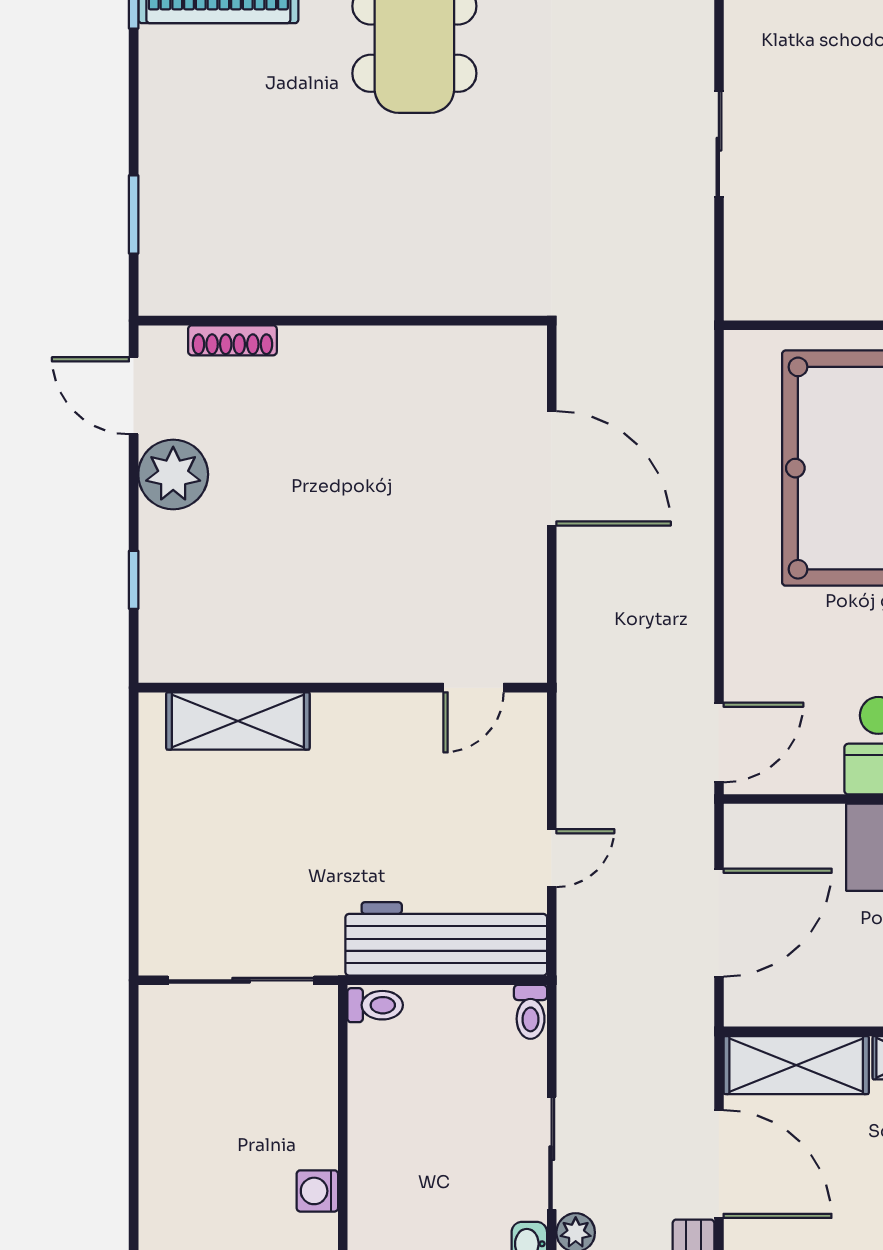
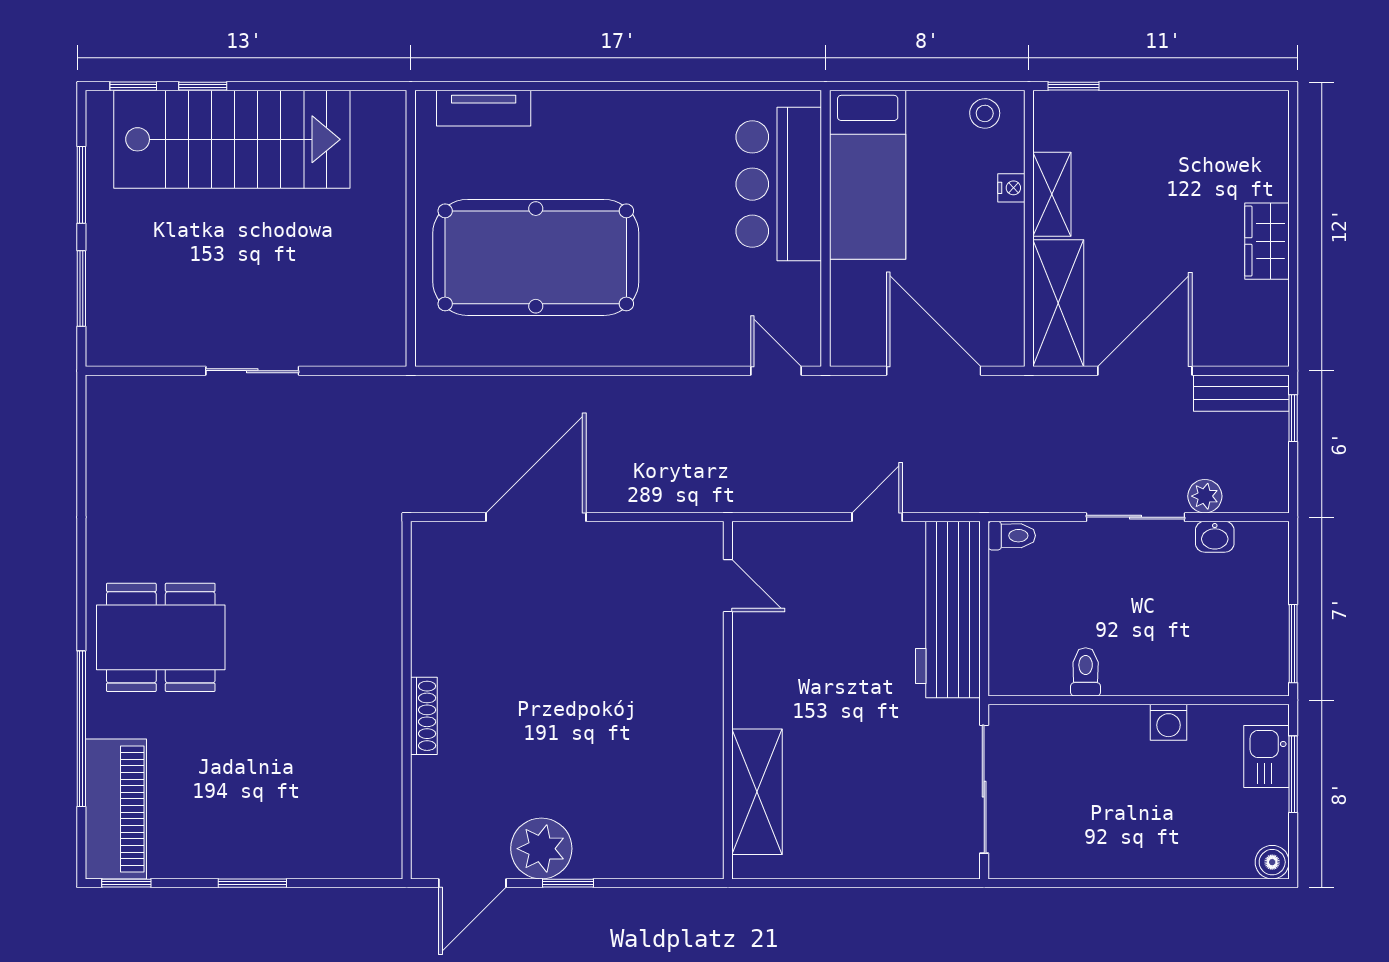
window: (134, 214) -> (252, 883), moved
shoe rack: (232, 340) -> (424, 716), moved
window: (134, 580) -> (568, 883), moved
door: (719, 742) -> (776, 371), width x0.73
door: (552, 858) -> (877, 517), hinge flipped
toilet: (375, 1005) -> (1086, 672), moved

